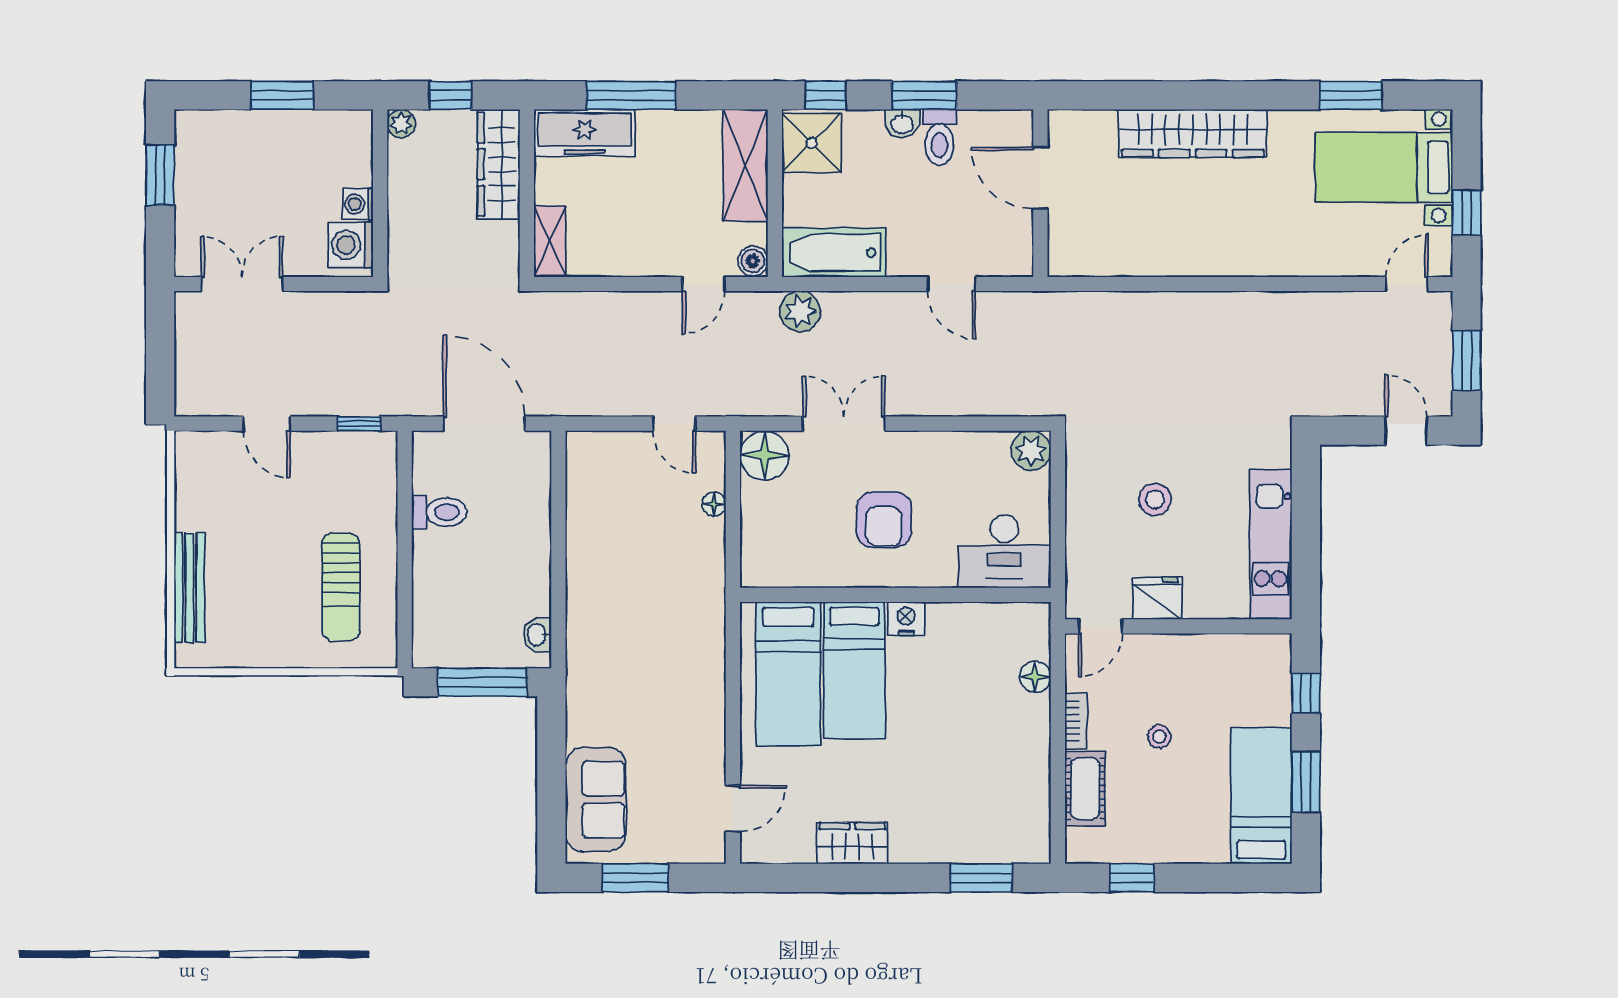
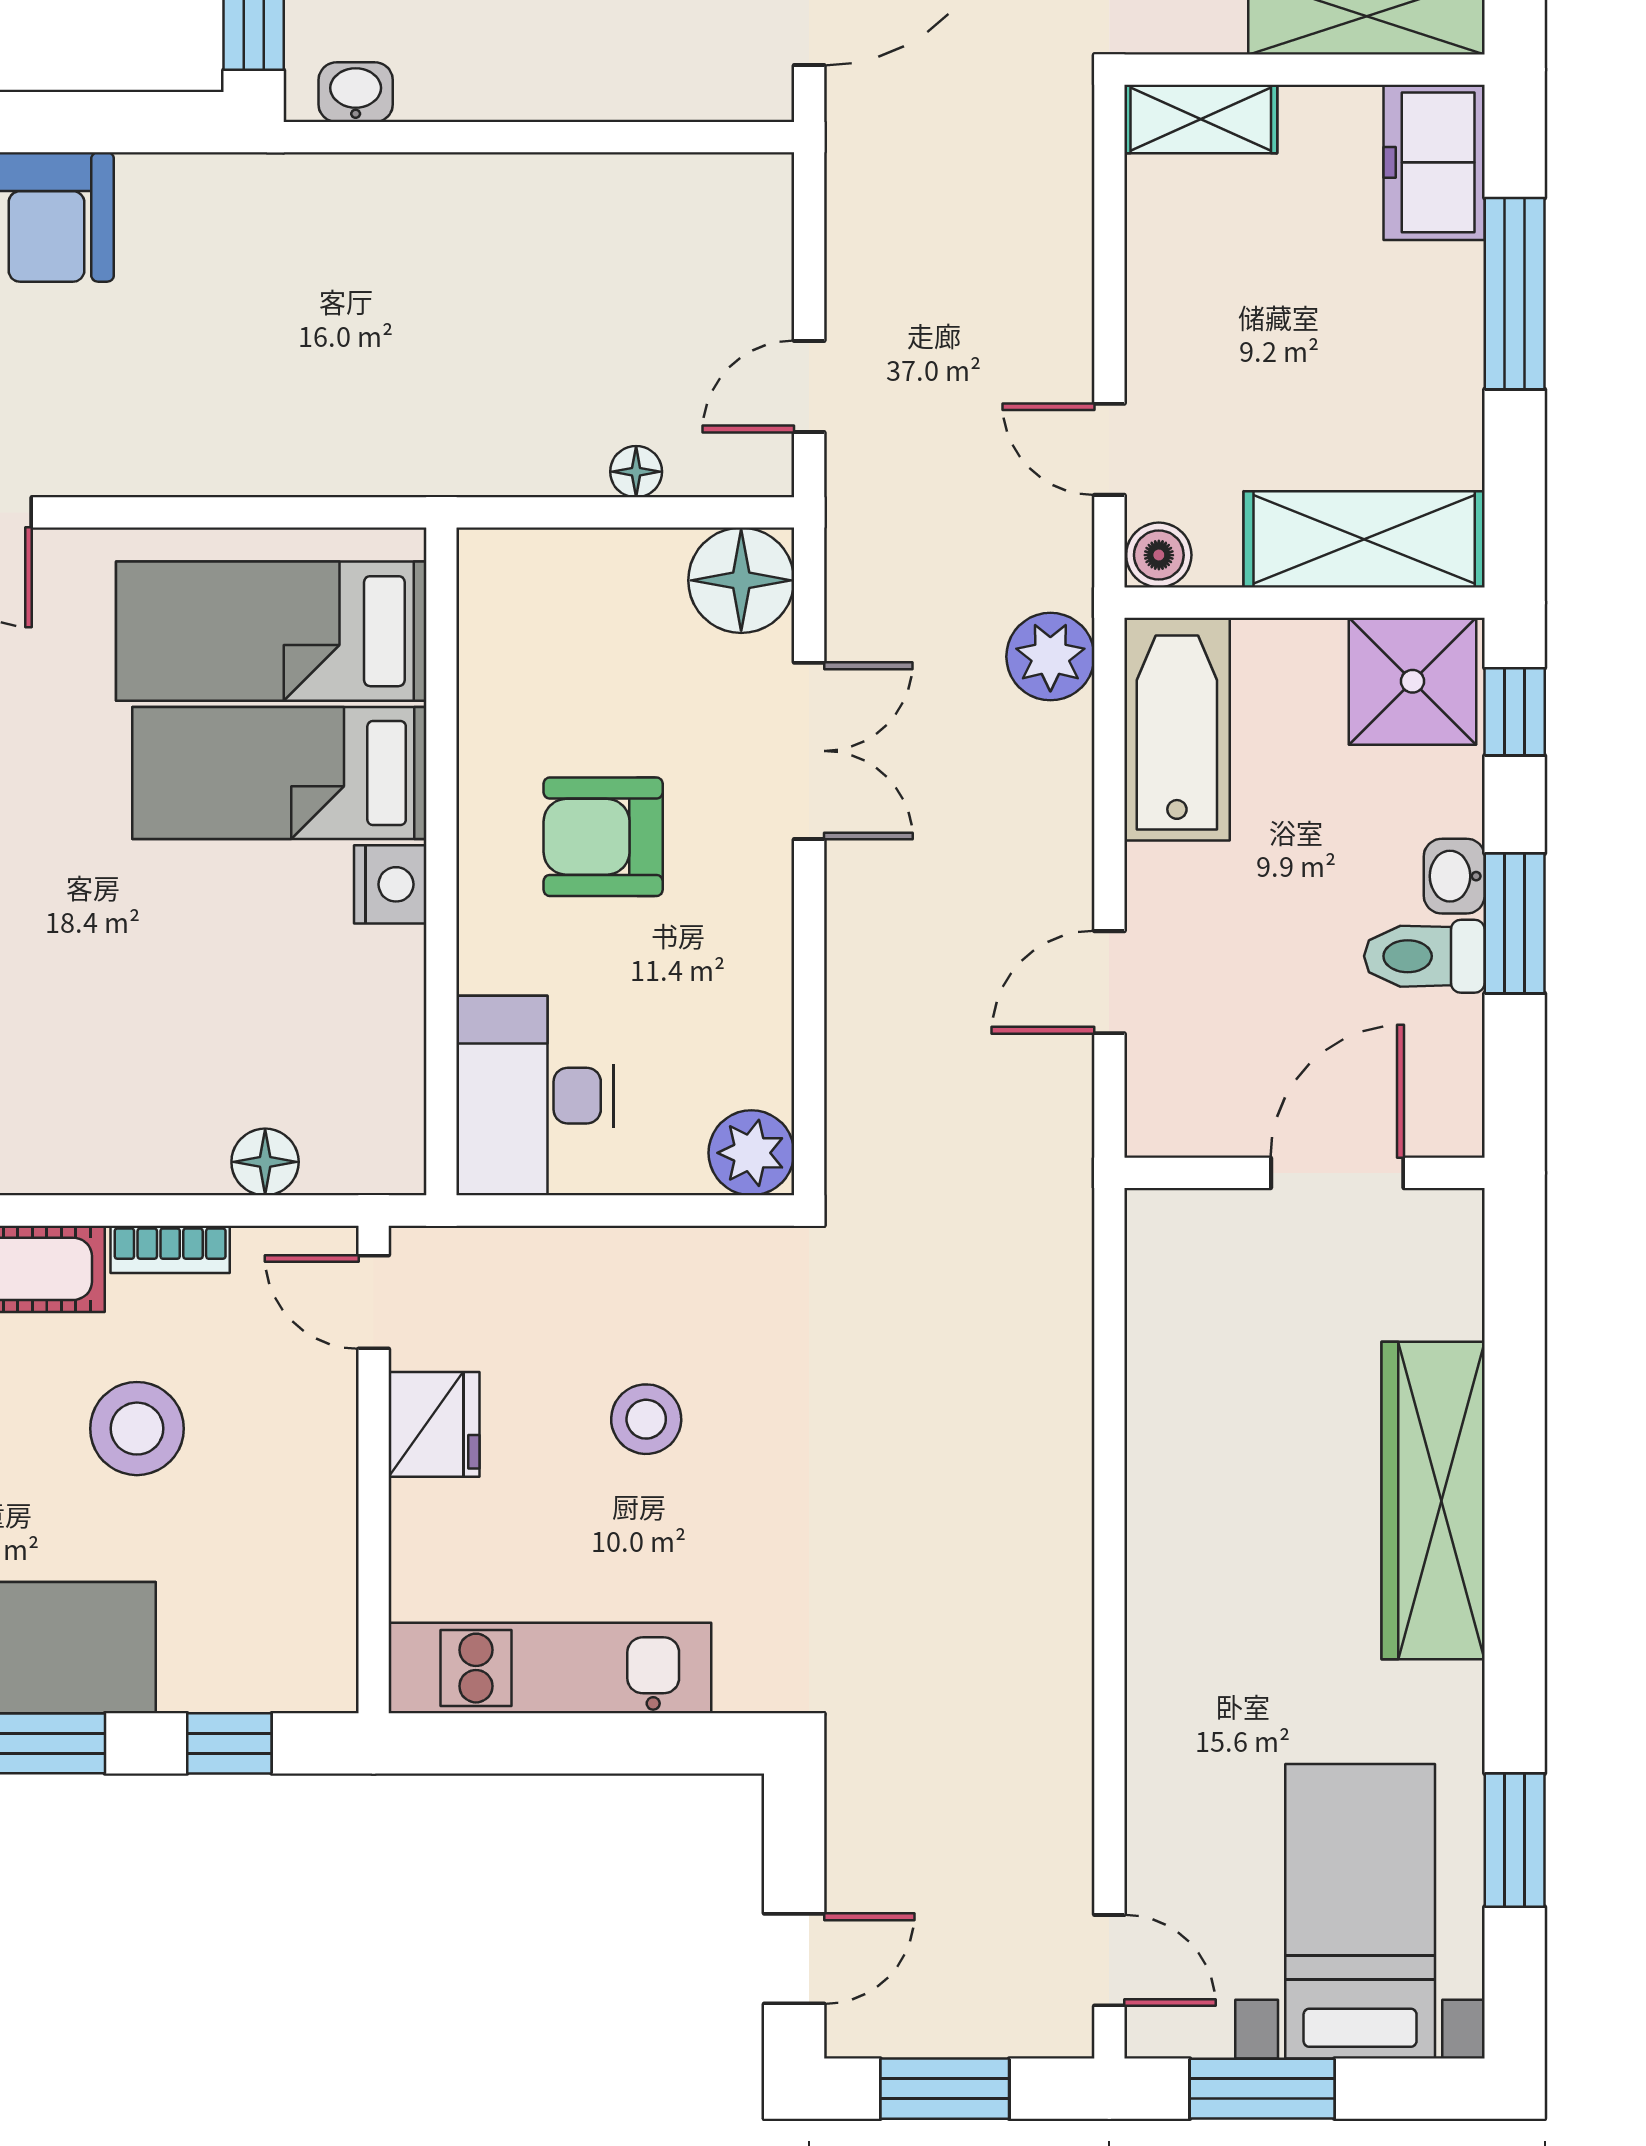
freezer: (585, 133) -> (1434, 162), width x0.71
window: (1467, 213) -> (1262, 2089), width x1.50
stool: (1159, 737) -> (137, 1429), width x1.89, depth x1.89

